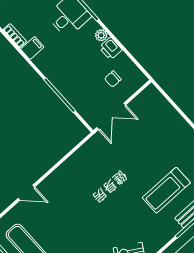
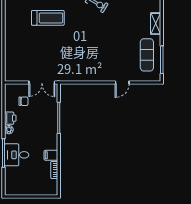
double door: (111, 116) -> (42, 82), swing flipped
door: (26, 193) -> (122, 82), swing flipped

